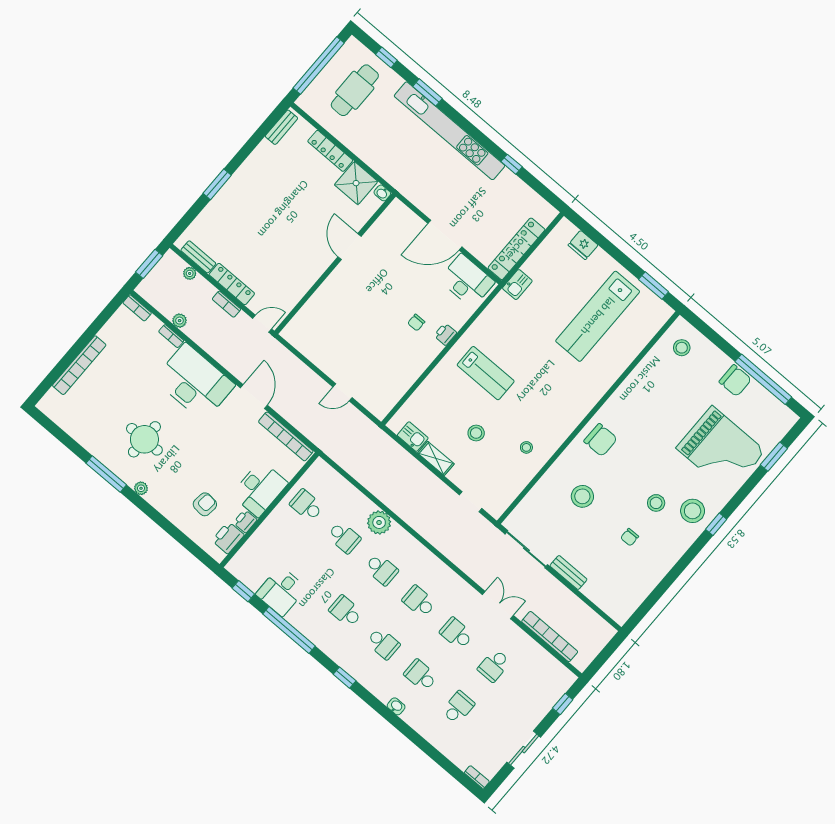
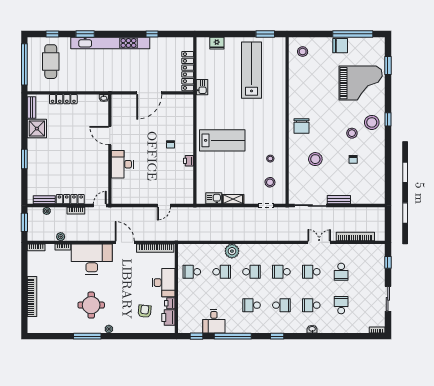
shower: (356, 183) -> (37, 129), moved
desk: (467, 281) -> (122, 164), moved, turned -90
lab bench: (598, 316) -> (252, 70), turned 180
printer: (445, 334) -> (188, 161), moved
lab bench: (486, 373) -> (222, 140), width x1.36, depth x1.39
stool: (476, 433) -> (270, 182), moved
chair: (601, 440) -> (302, 126), turned 90

